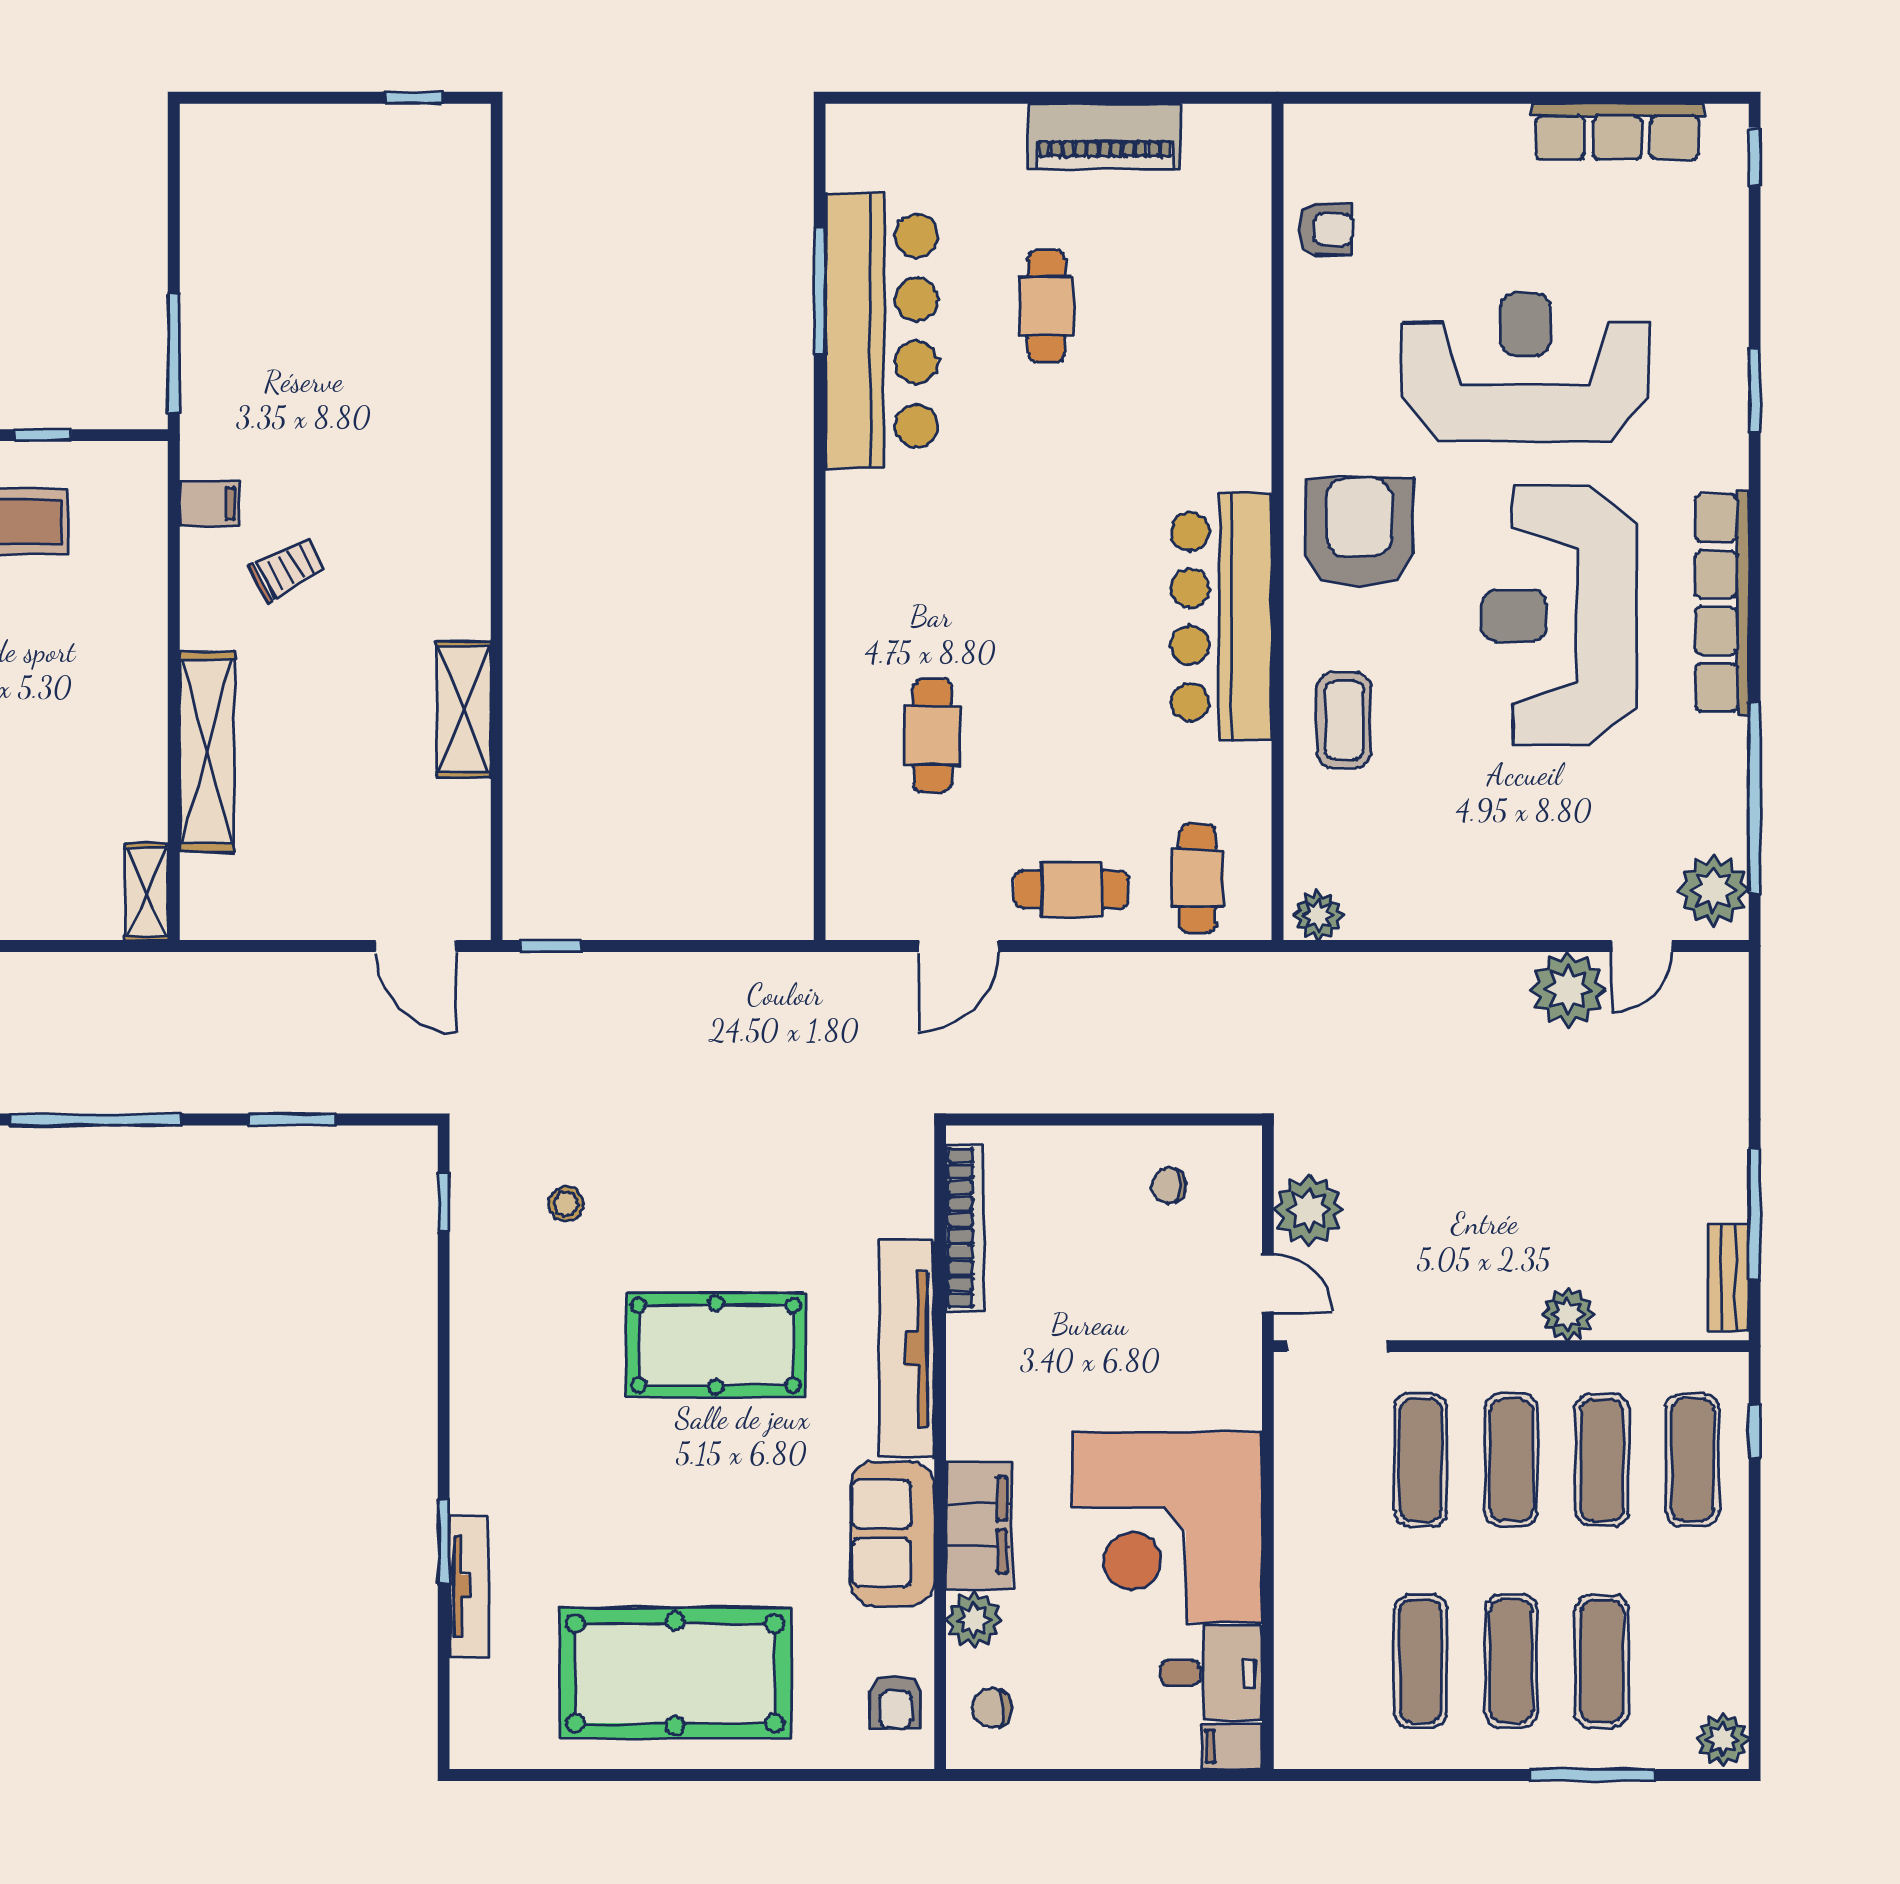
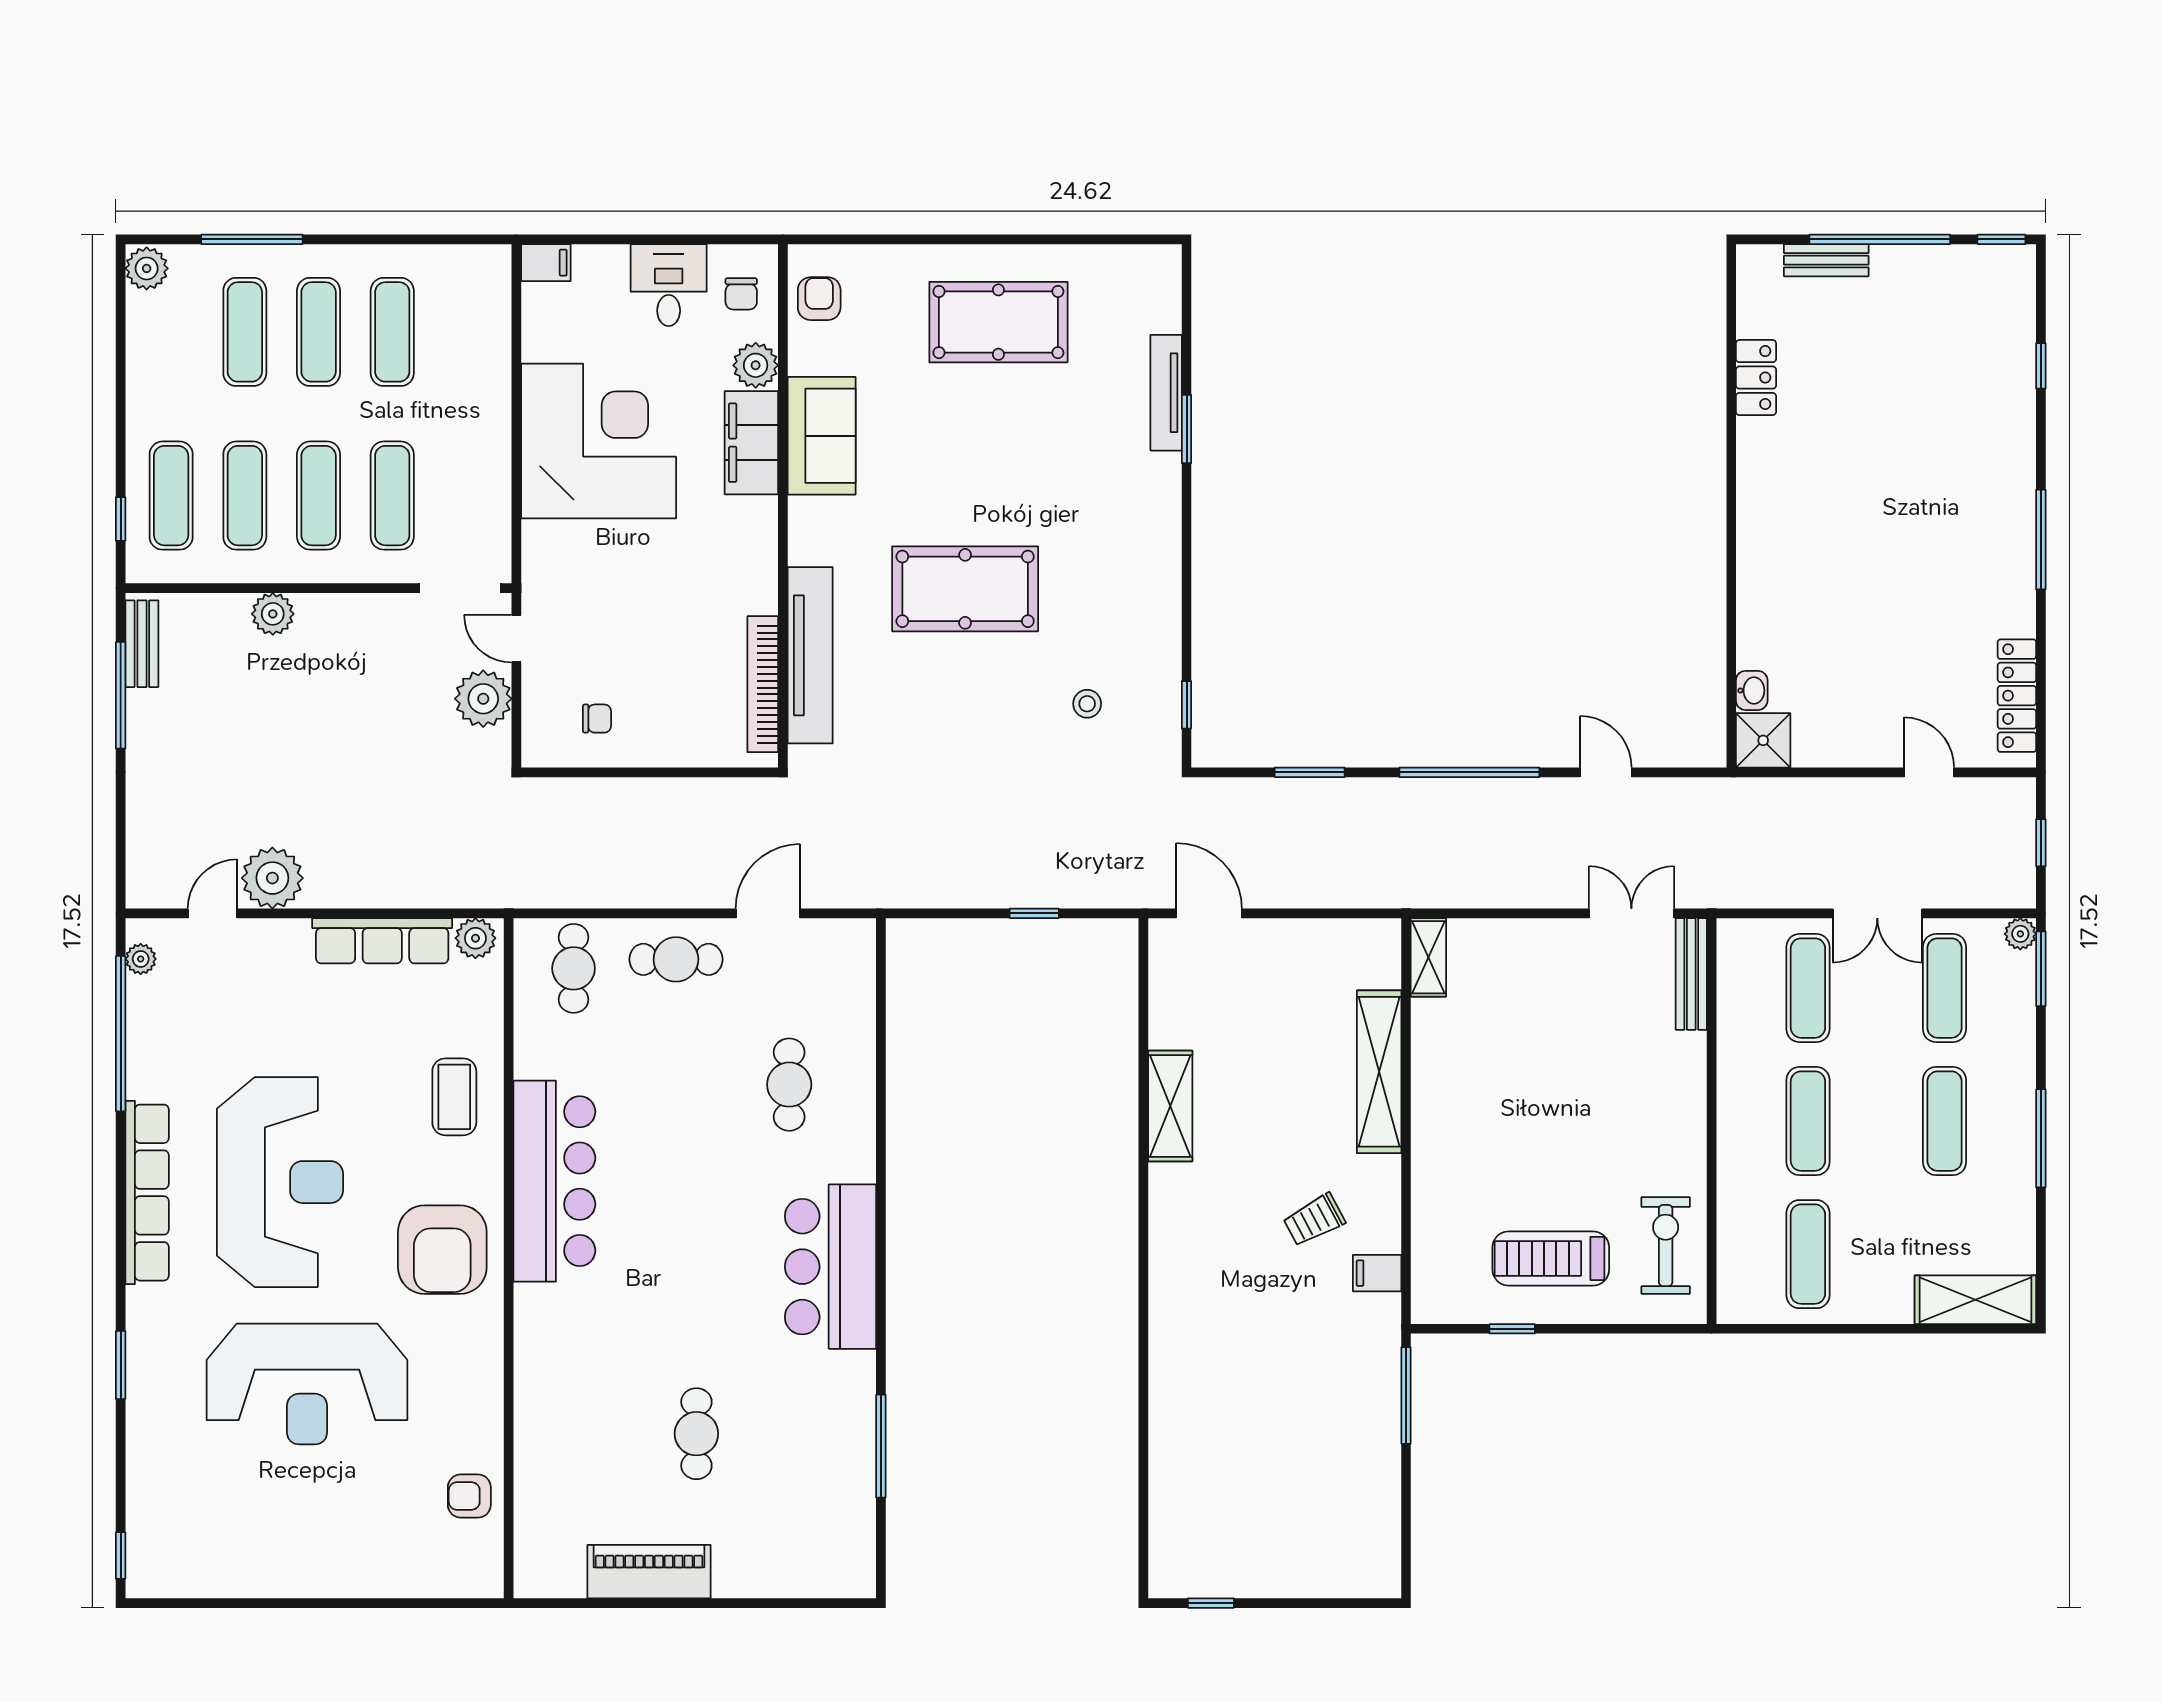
row of seats: (1617, 131) -> (382, 941), moved, turned 180
bar counter: (882, 331) -> (831, 1267), moved, width x0.73
plant: (1714, 890) -> (141, 959), width x0.53, depth x0.53
window: (551, 946) -> (1034, 913), moved
tv unit: (907, 1349) -> (810, 655), moved
pool table: (675, 1673) -> (998, 322), width x0.73, depth x0.76
desk: (1212, 1673) -> (669, 285), moved, turned 90
chair: (991, 1708) -> (741, 294), turned 90

